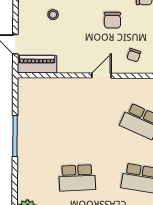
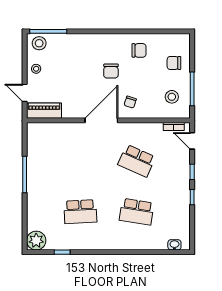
stool: (53, 15) -> (36, 69), moved
door: (101, 76) -> (101, 120), width x1.88

